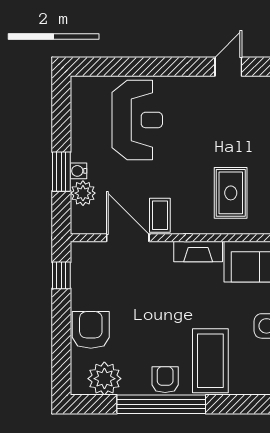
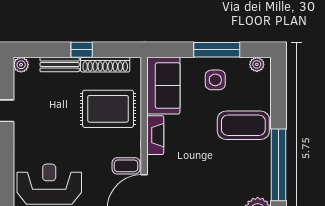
rug: (231, 193) -> (108, 109), width x1.36, depth x1.43
armchair: (165, 380) -> (259, 162), removed

